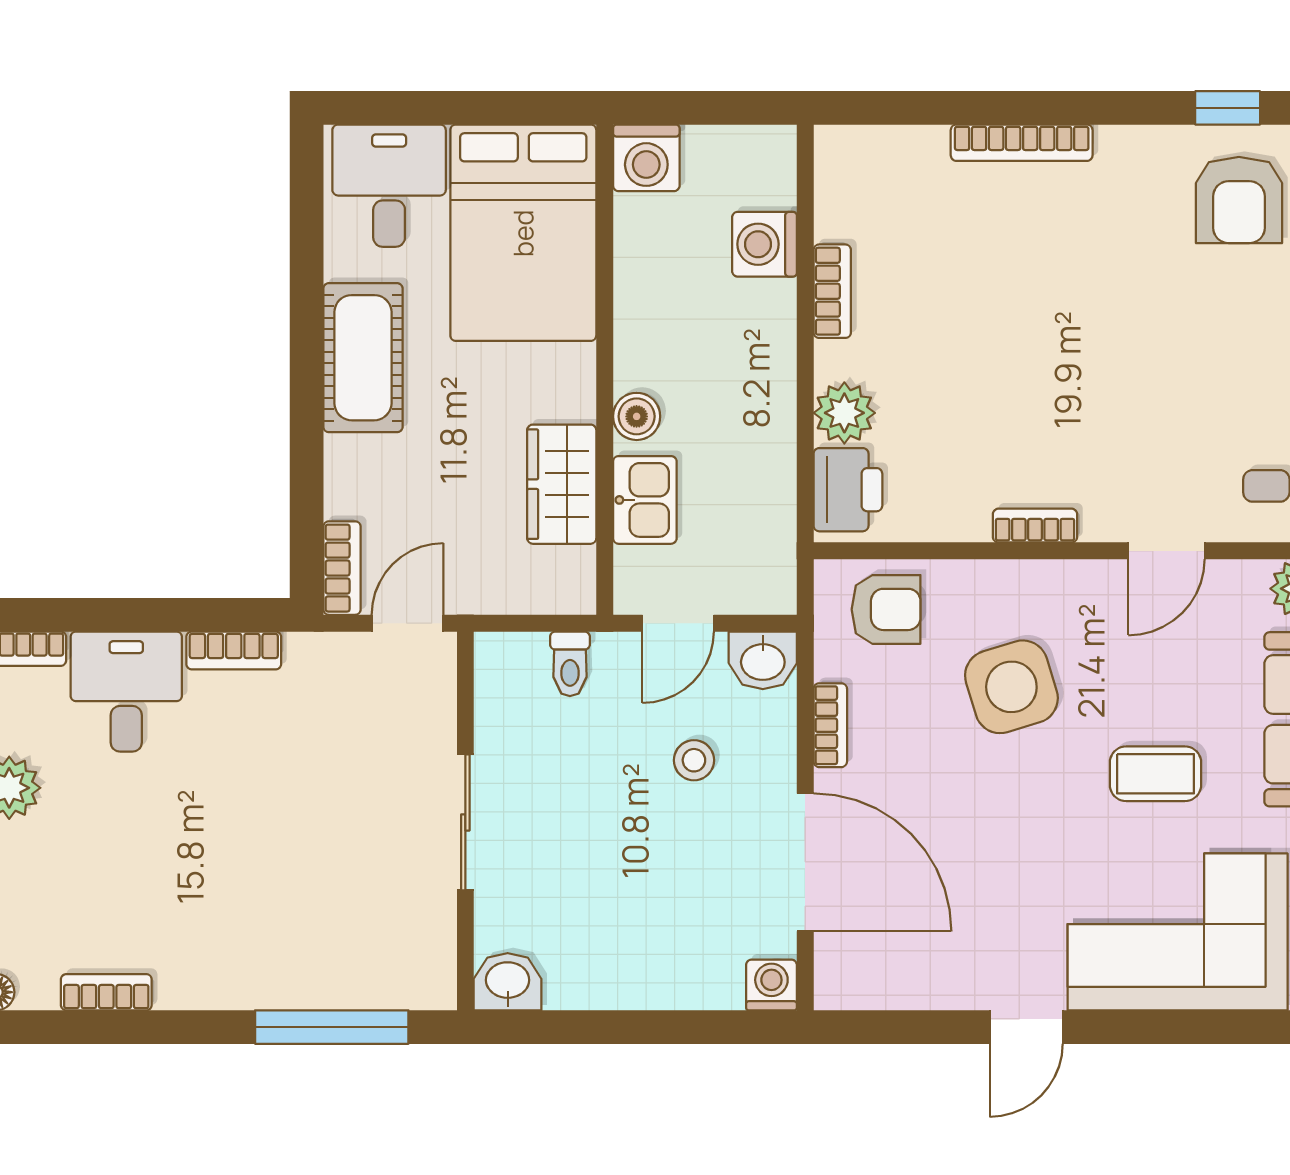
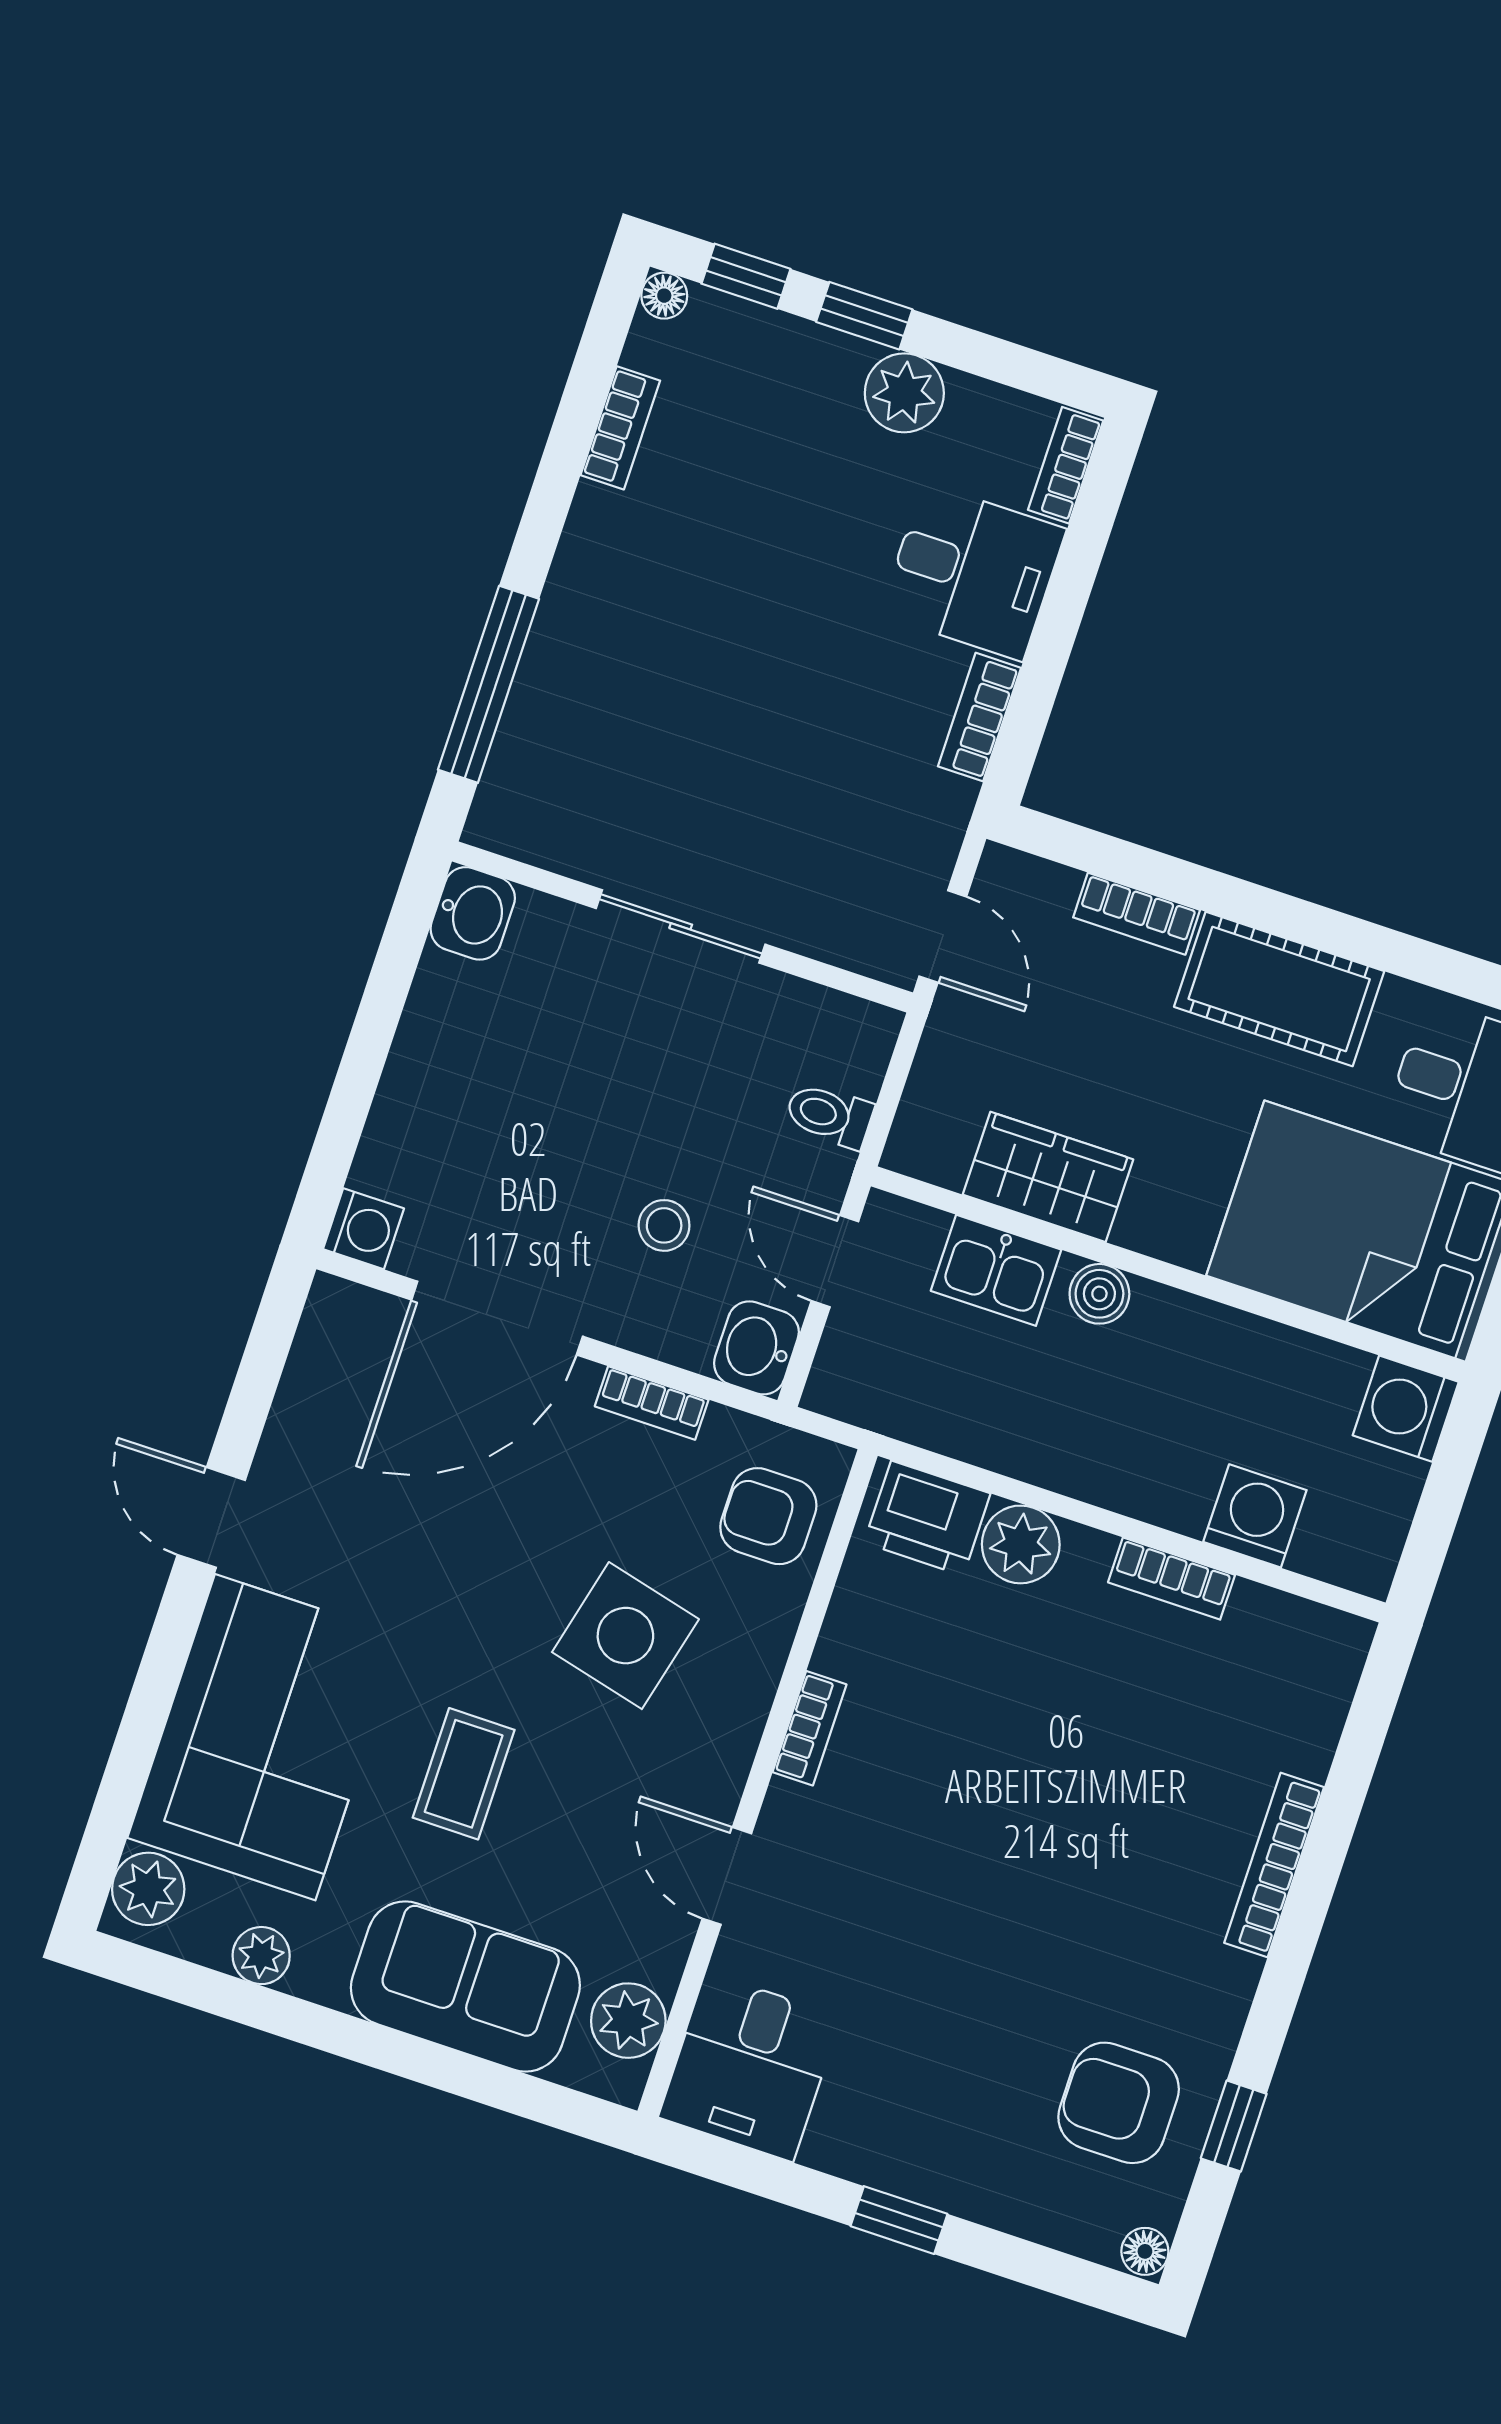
bookcase: (342, 568) -> (1137, 914), moved
armchair: (886, 609) -> (768, 1516), turned 90
side table: (1011, 687) -> (625, 1636), turned 31

